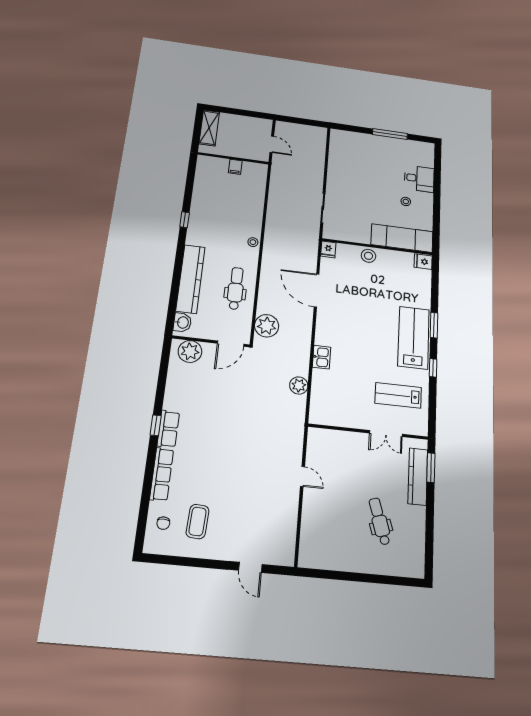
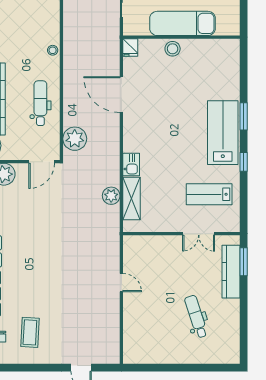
exam couch: (402, 238) -> (182, 23), moved
fridge: (423, 262) -> (230, 47), removed
shelving: (319, 391) -> (131, 198), added

